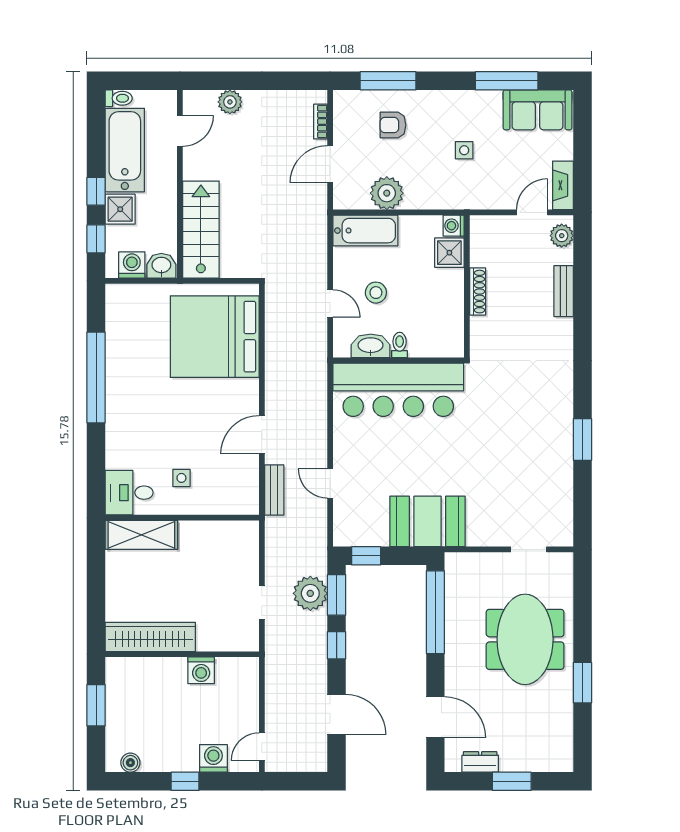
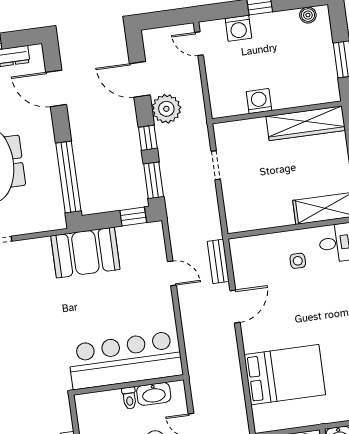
bed: (215, 337) -> (285, 375), width x0.73
plant: (310, 593) -> (166, 109), moved
door: (262, 747) -> (199, 44), swing flipped

